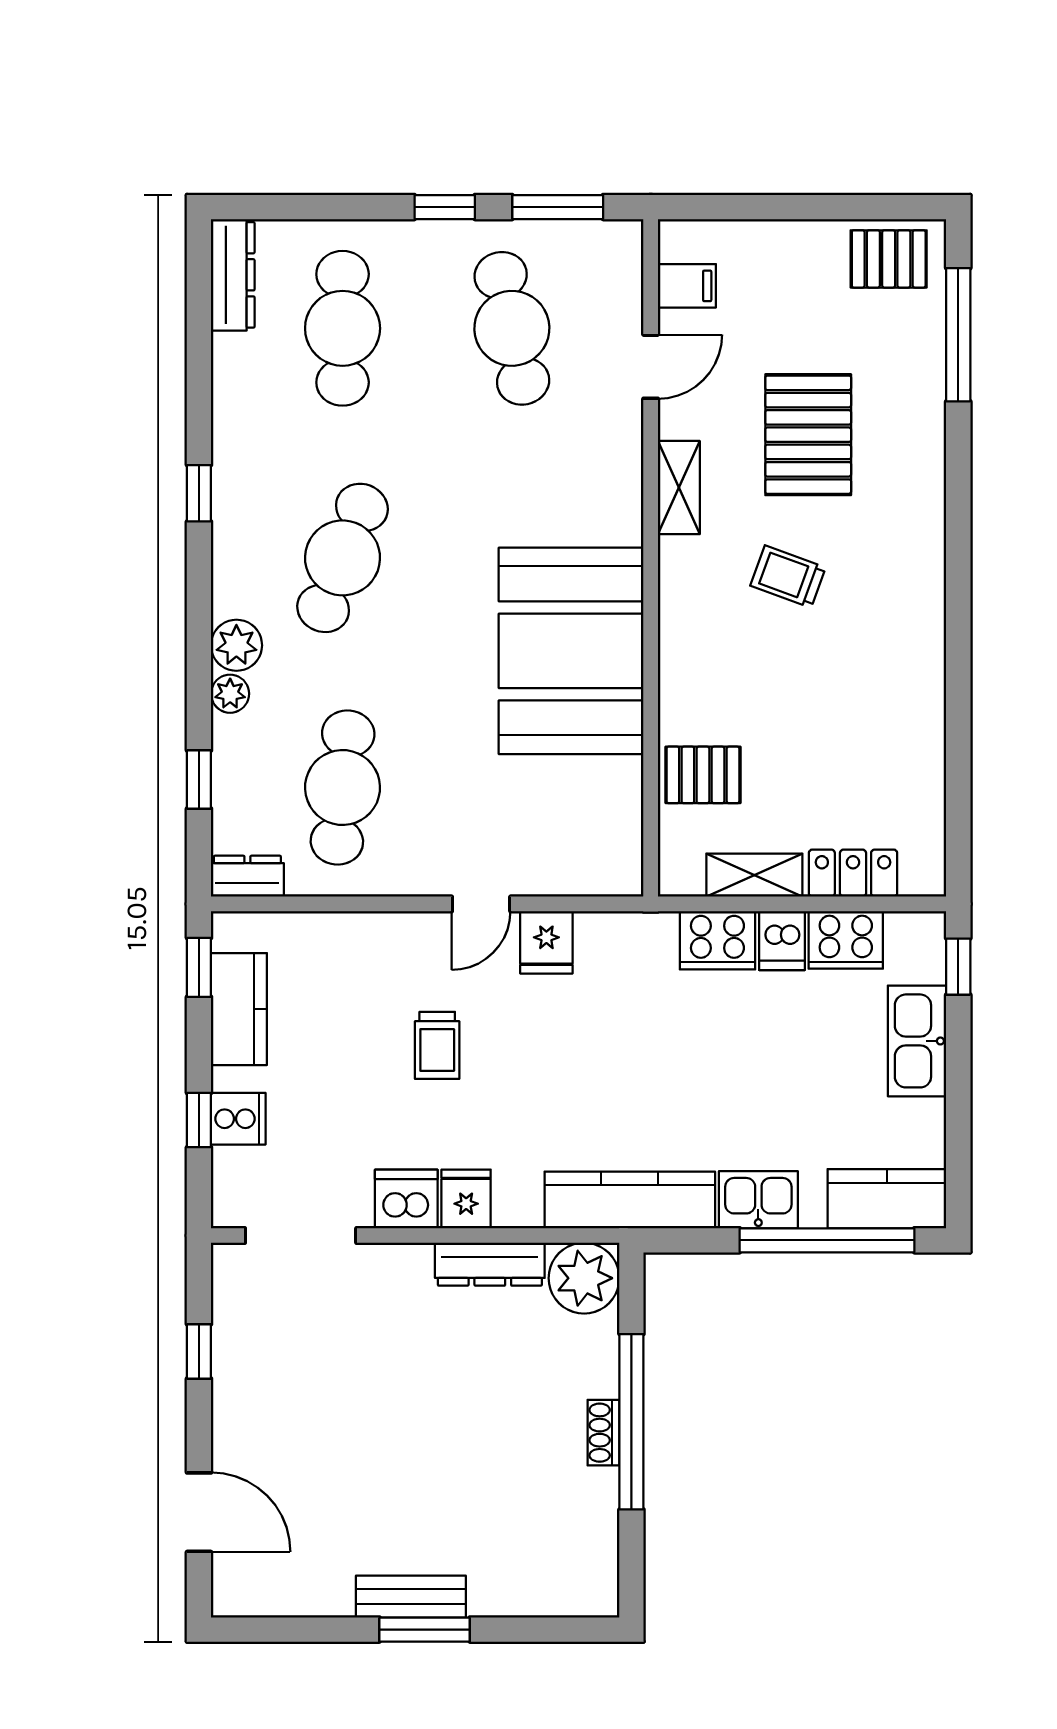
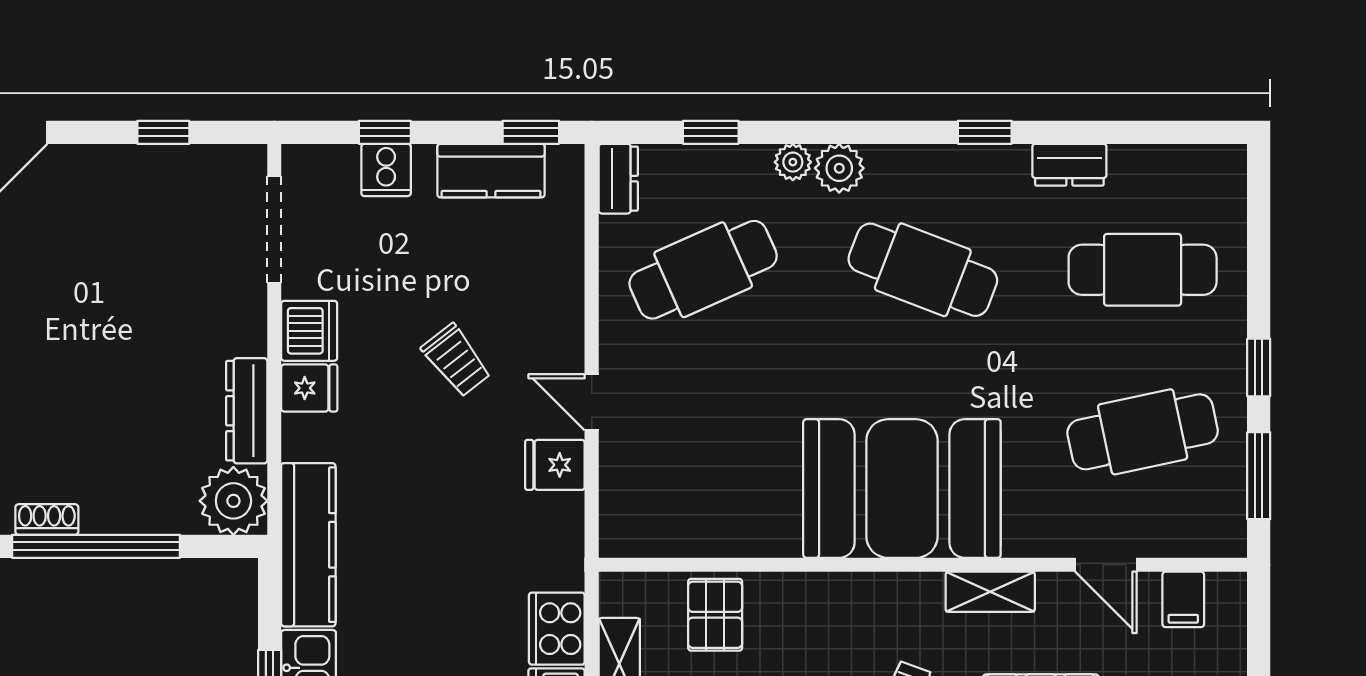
dresser: (233, 275) -> (1069, 165), moved, width x0.70
booth: (571, 651) -> (902, 489), moved
cafe table: (343, 788) -> (703, 270), turned -30
trolley: (437, 1045) -> (456, 360), turned -128
shoe rack: (603, 1433) -> (47, 520), moved

